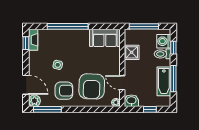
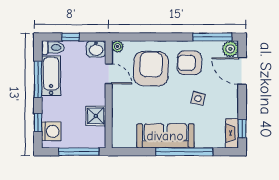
sofa: (105, 38) -> (165, 136), moved, width x1.36
toilet: (163, 54) -> (53, 48), moved

